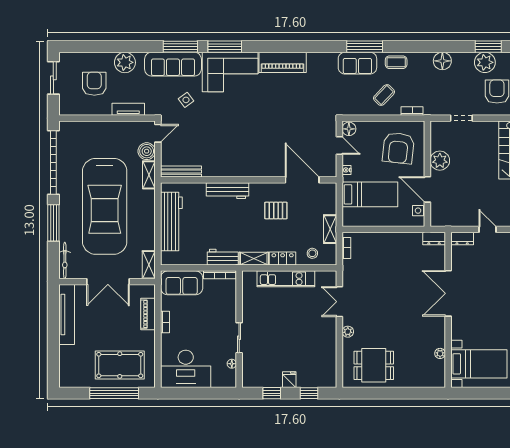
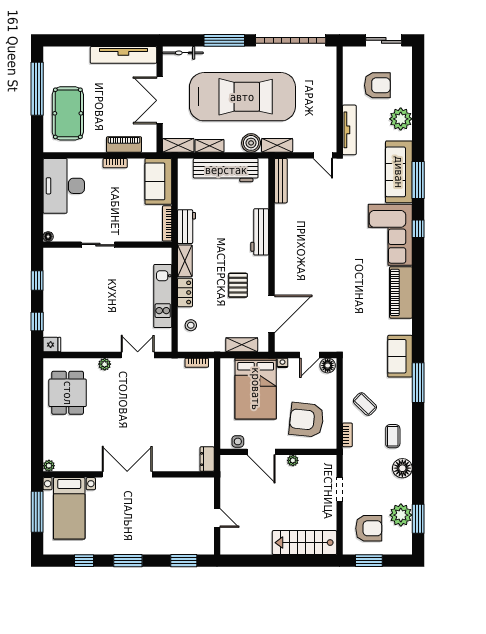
window: (225, 47) -> (418, 229), width x0.46
coffee table: (396, 62) -> (393, 436), moved
sofa: (357, 63) -> (400, 356), moved
side table: (186, 100) -> (360, 186), removed
tv unit: (128, 109) -> (349, 130), width x1.41
boiler: (147, 151) -> (251, 143), moved
plant: (440, 161) -> (293, 460), width x0.53, depth x0.53
door: (427, 189) -> (261, 452), swing flipped
bed: (370, 194) -> (256, 389), width x1.50
car: (105, 206) -> (242, 97), turned 180
shelving: (330, 229) -> (242, 345), moved
door: (488, 229) -> (217, 518), hinge flipped
shelving: (149, 236) -> (209, 146), added
dresser: (462, 239) -> (207, 490), removed
double door: (448, 293) -> (127, 474), moved
plant: (440, 353) -> (49, 466), moved
floor lamp: (232, 364) -> (48, 237), moved
fridge: (289, 380) -> (52, 345), moved
window: (114, 393) -> (37, 89), moved
window: (482, 393) -> (37, 512), added

